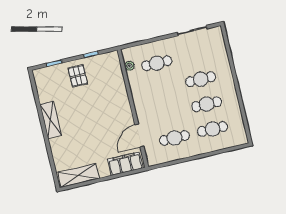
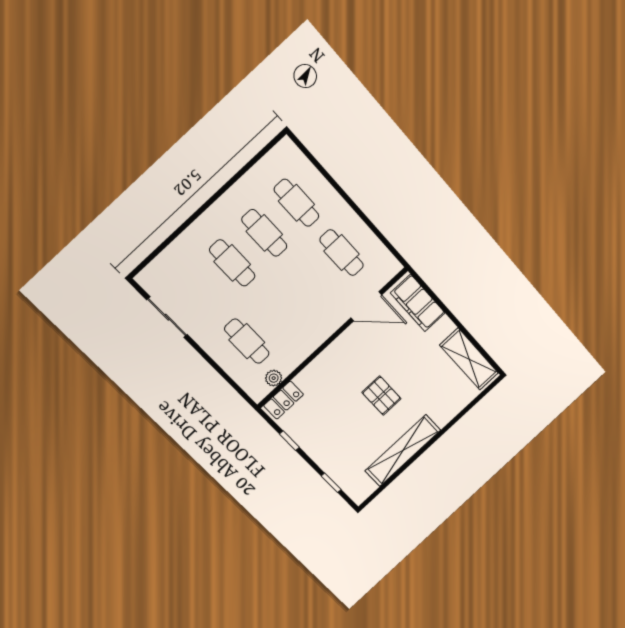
locker: (115, 64) -> (284, 400), added
pallet: (78, 76) -> (381, 396), moved, turned 90
shelving: (51, 120) -> (403, 450), width x1.47

